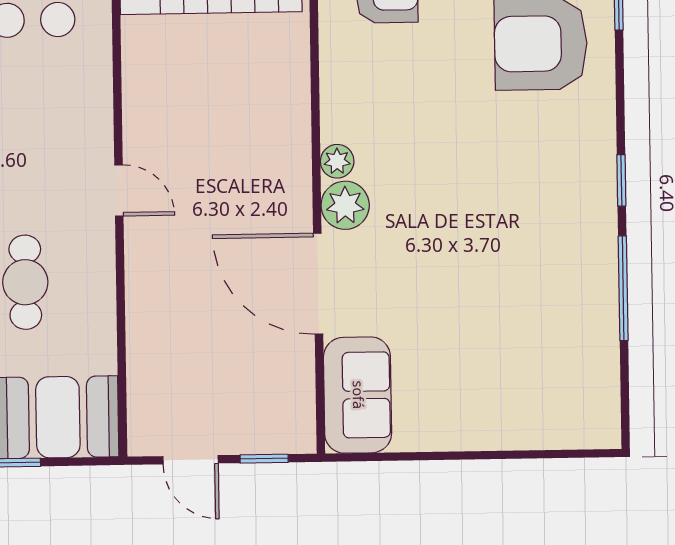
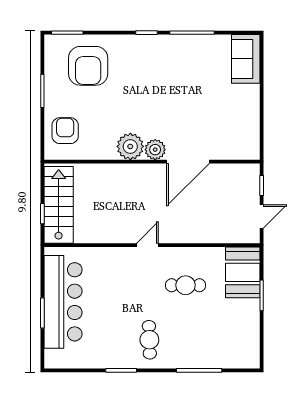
plant: (337, 161) -> (130, 146), width x1.87, depth x1.87
sofa: (358, 395) -> (246, 59), moved, turned -90

